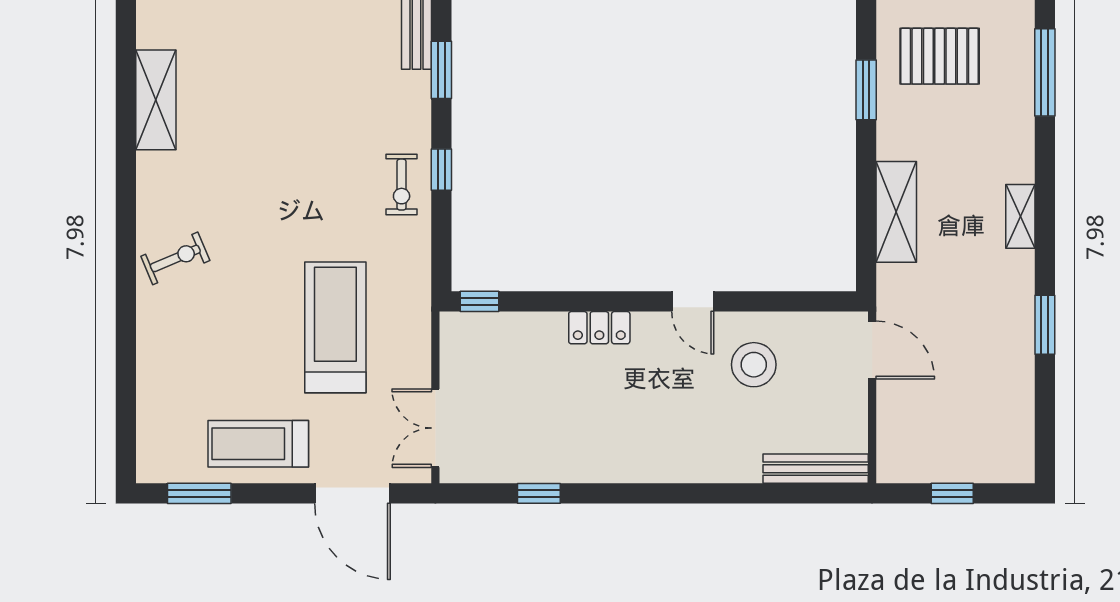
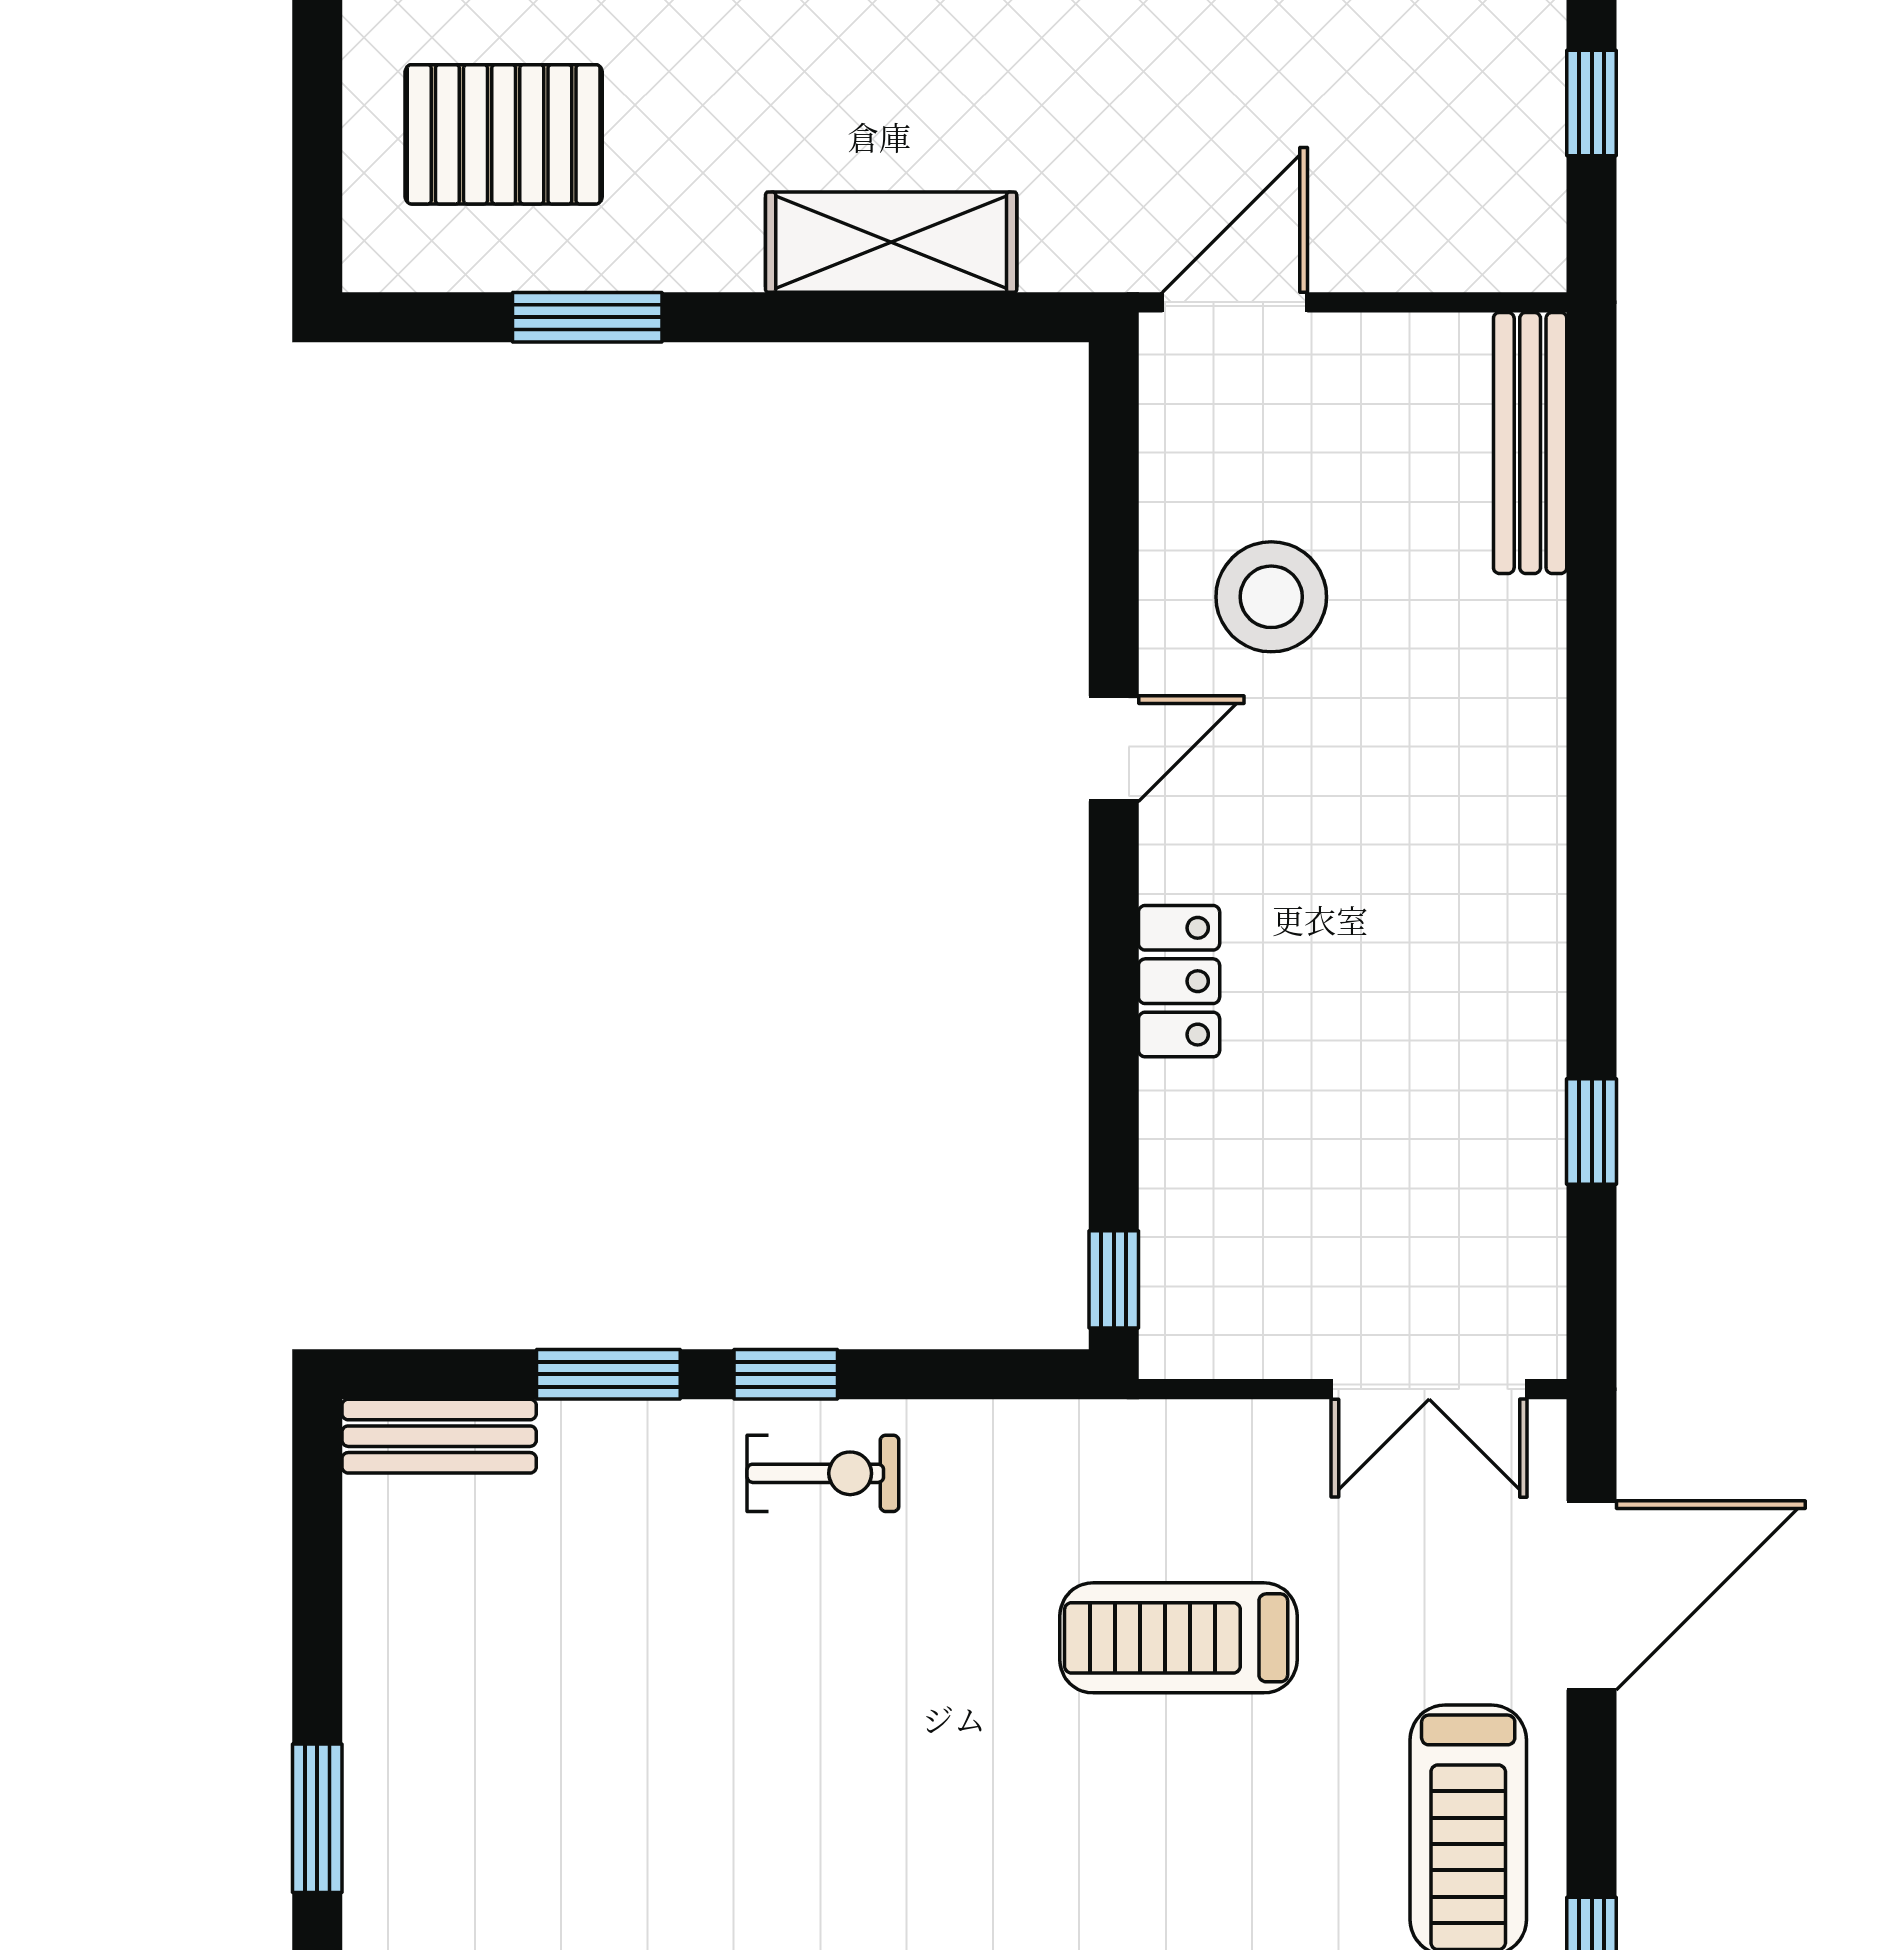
pallet: (940, 56) -> (504, 134), turned 90
window: (441, 70) -> (608, 1374), moved
treadmill: (335, 327) -> (1178, 1638), width x0.73, depth x0.73

